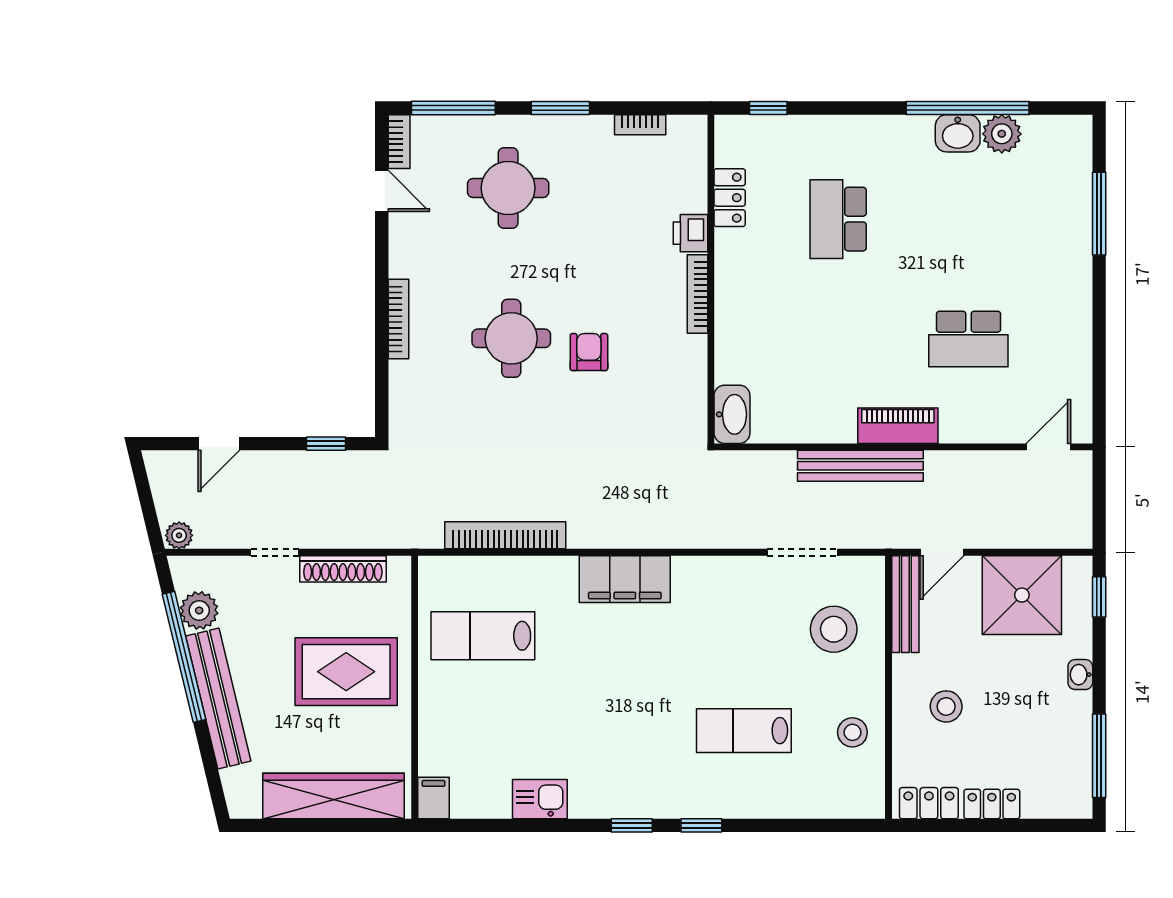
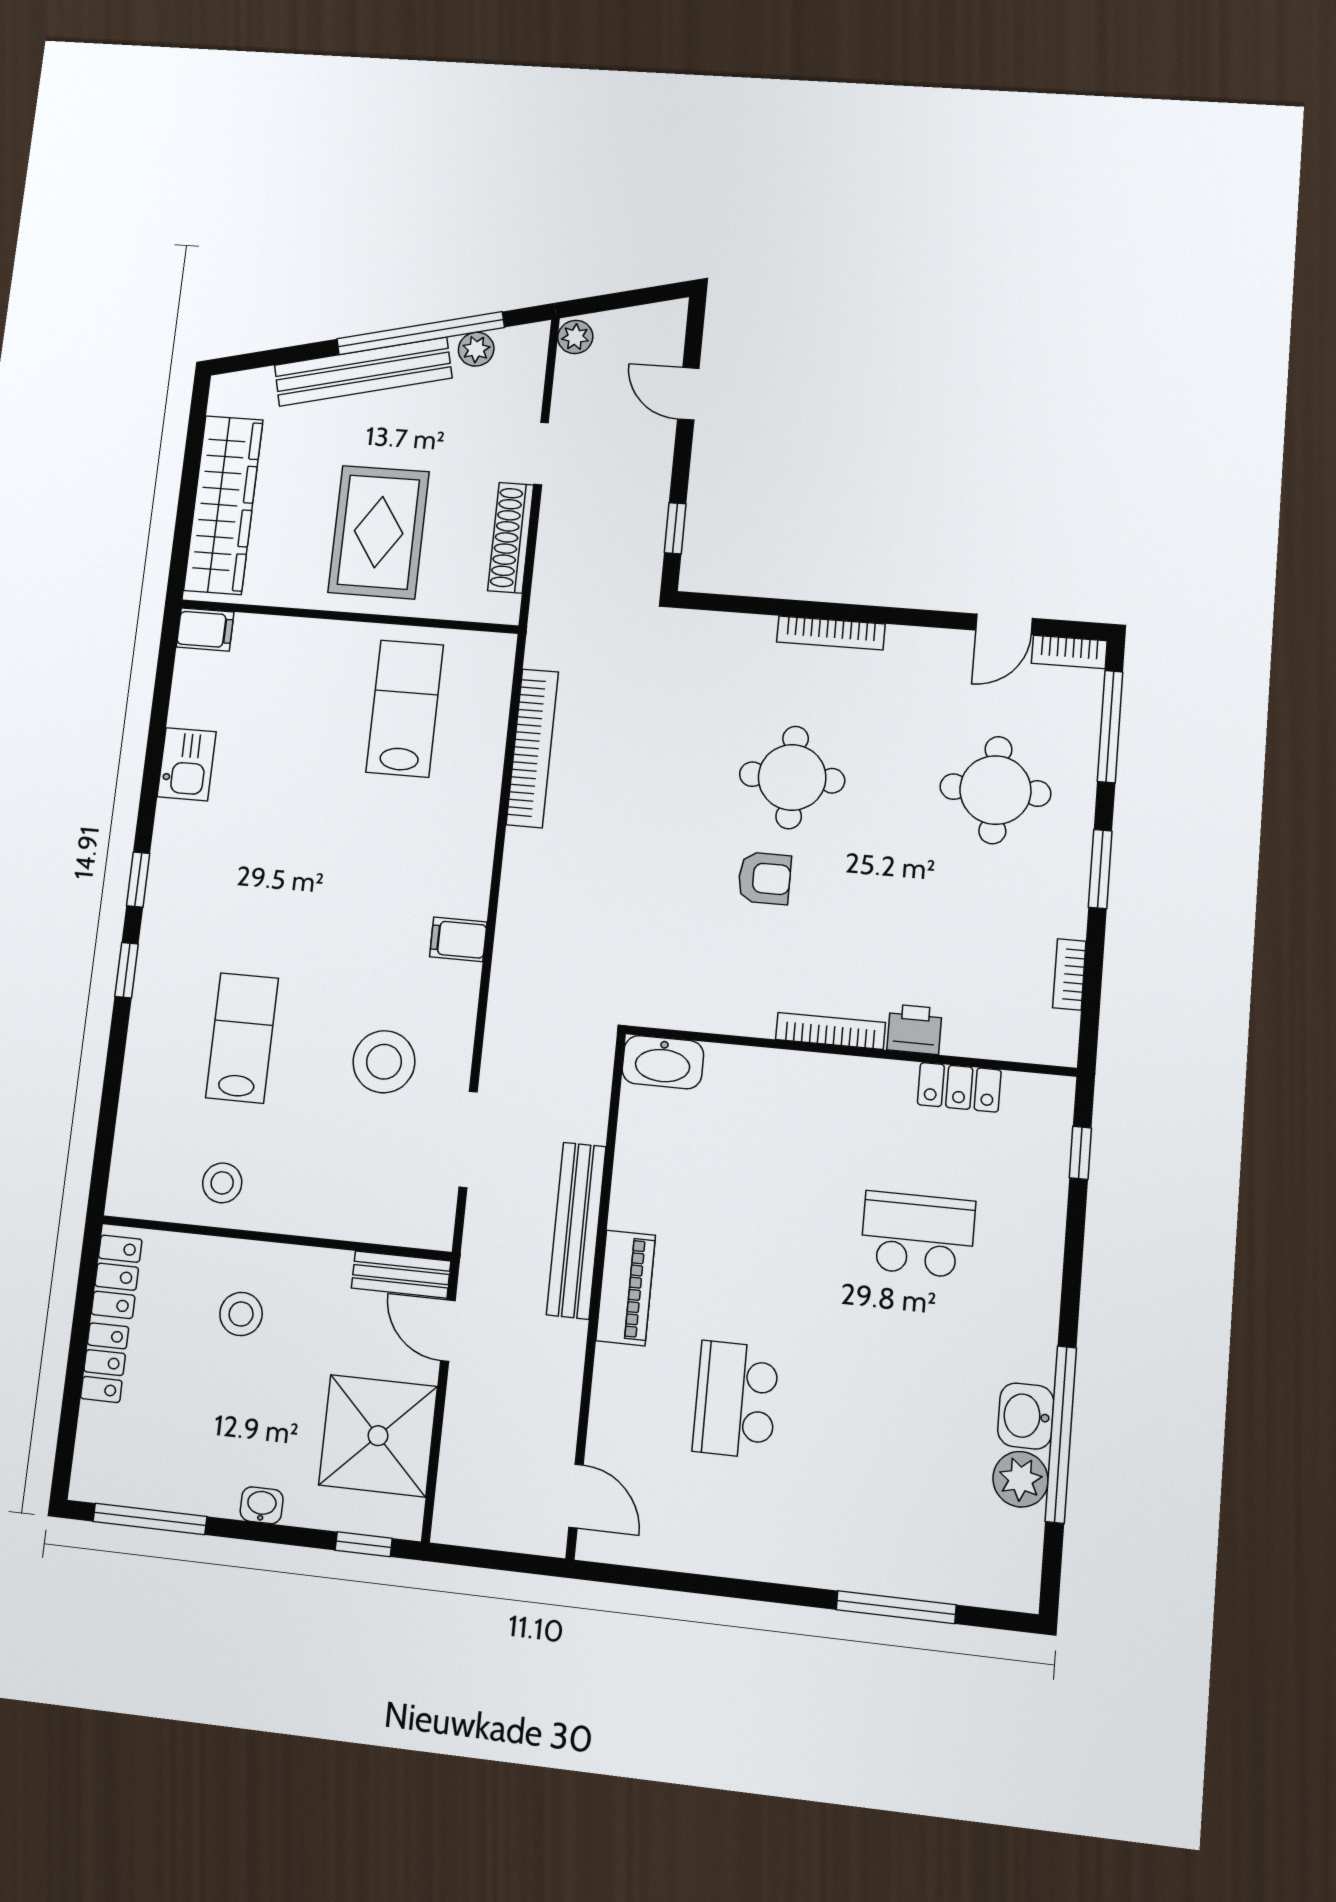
filing cabinet: (625, 579) -> (458, 939), width x0.33, depth x0.86
bench: (905, 604) -> (401, 1275), width x0.73
plant: (199, 610) -> (476, 349), width x0.73, depth x0.73
stool: (834, 629) -> (384, 1062), moved

